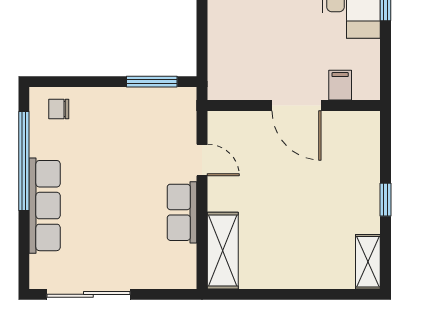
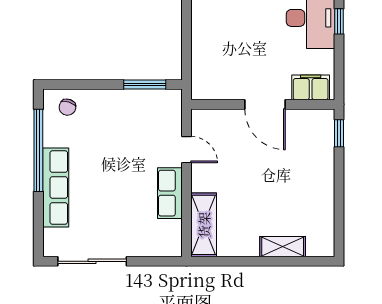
filing cabinet: (340, 85) -> (311, 87), width x2.00
chair: (59, 109) -> (67, 107), turned -73
window: (385, 200) -> (339, 133), moved
shelving: (368, 262) -> (283, 247), moved, turned 90

